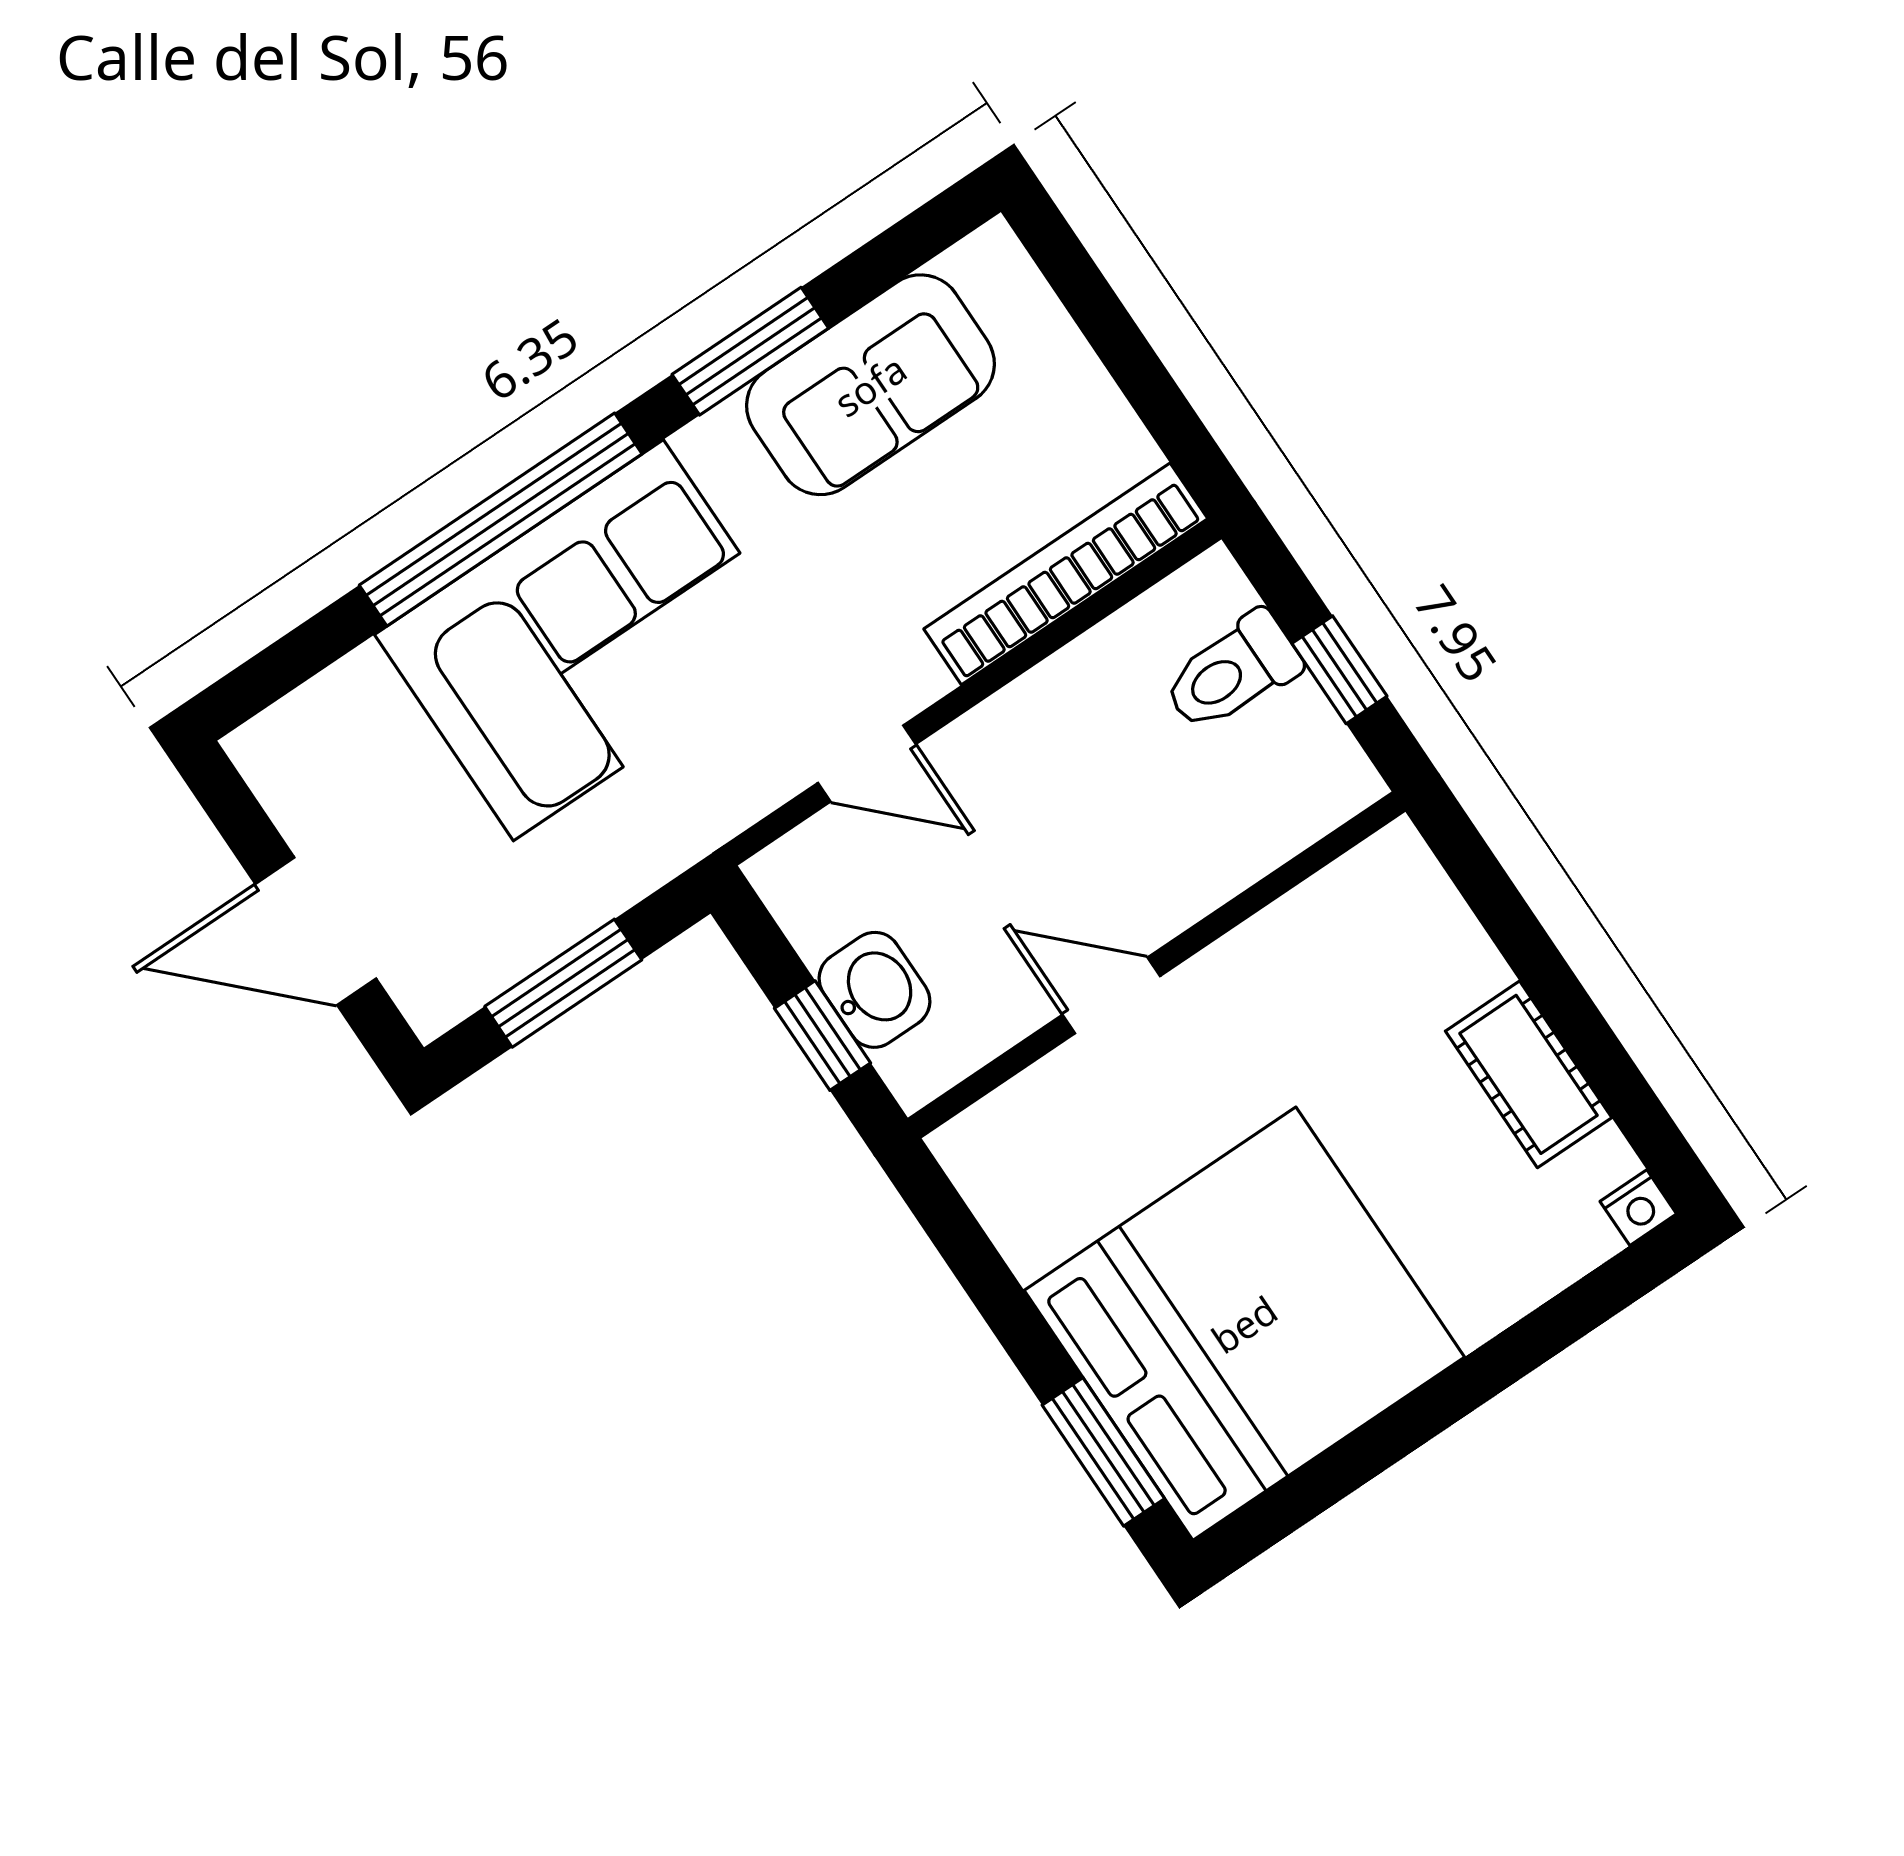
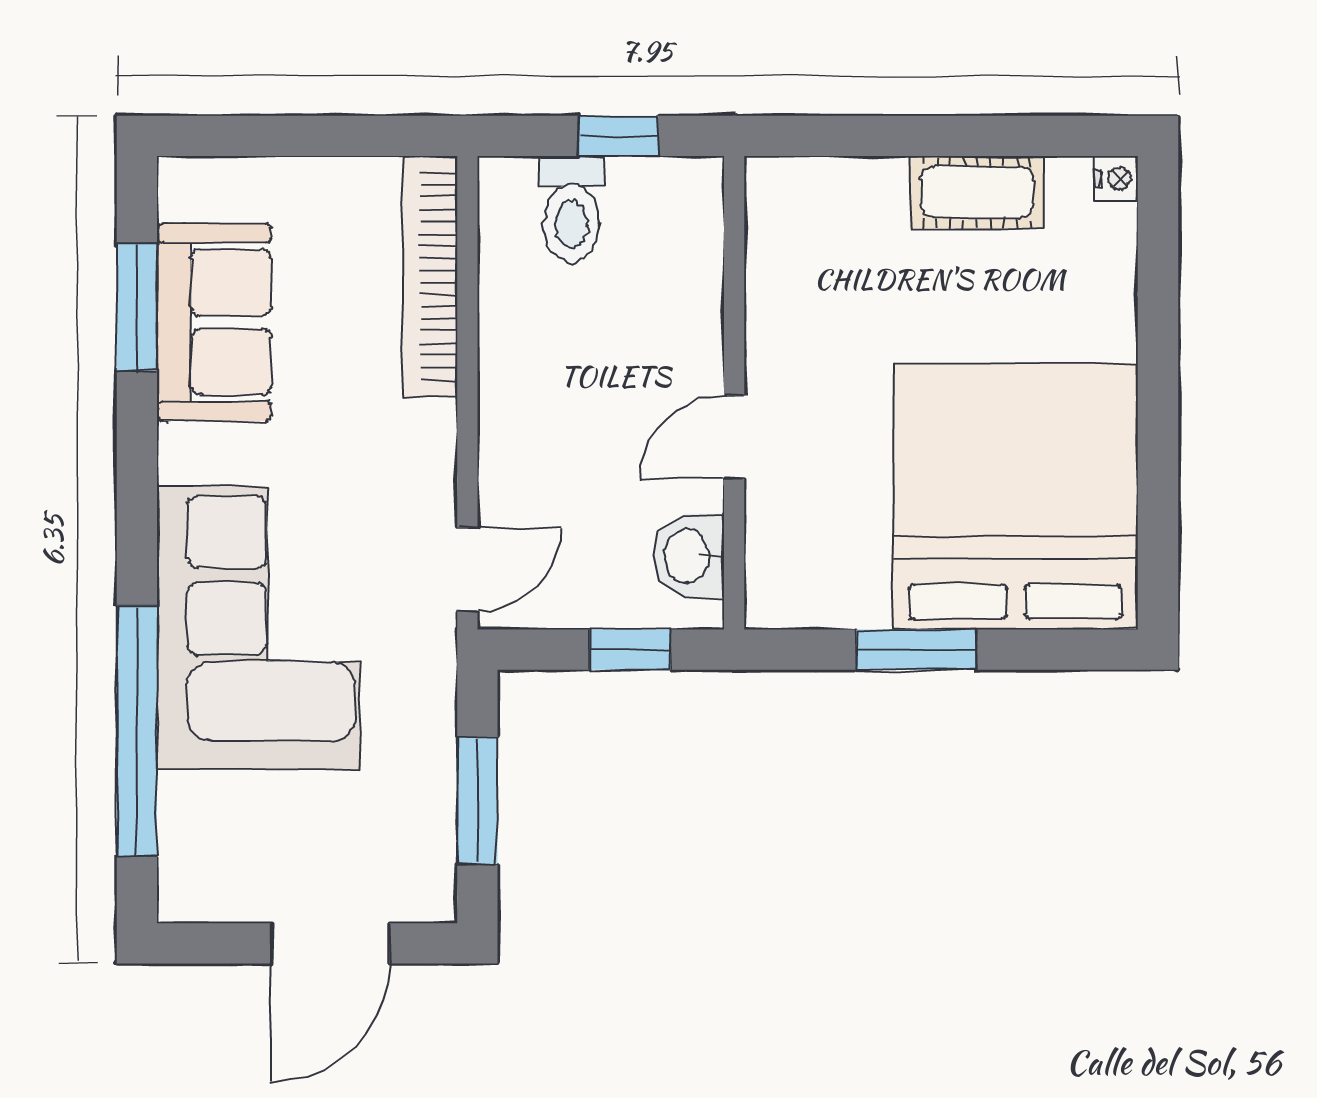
window: (750, 351) -> (137, 307), moved
window: (501, 520) -> (137, 731), moved
door: (867, 764) -> (467, 569), moved
washbasin: (874, 990) -> (689, 556), moved, turned -90
window: (1103, 1452) -> (916, 650), moved

